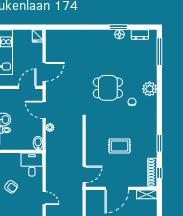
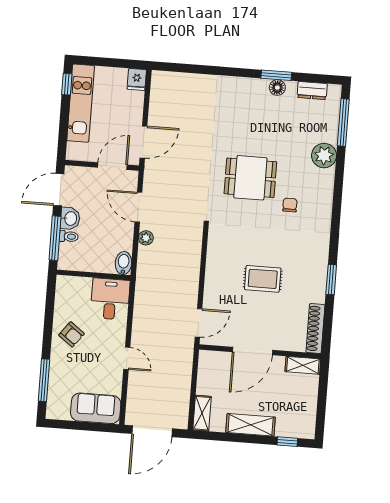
plant: (150, 89) -> (324, 156), moved
window: (159, 173) -> (327, 330), removed

